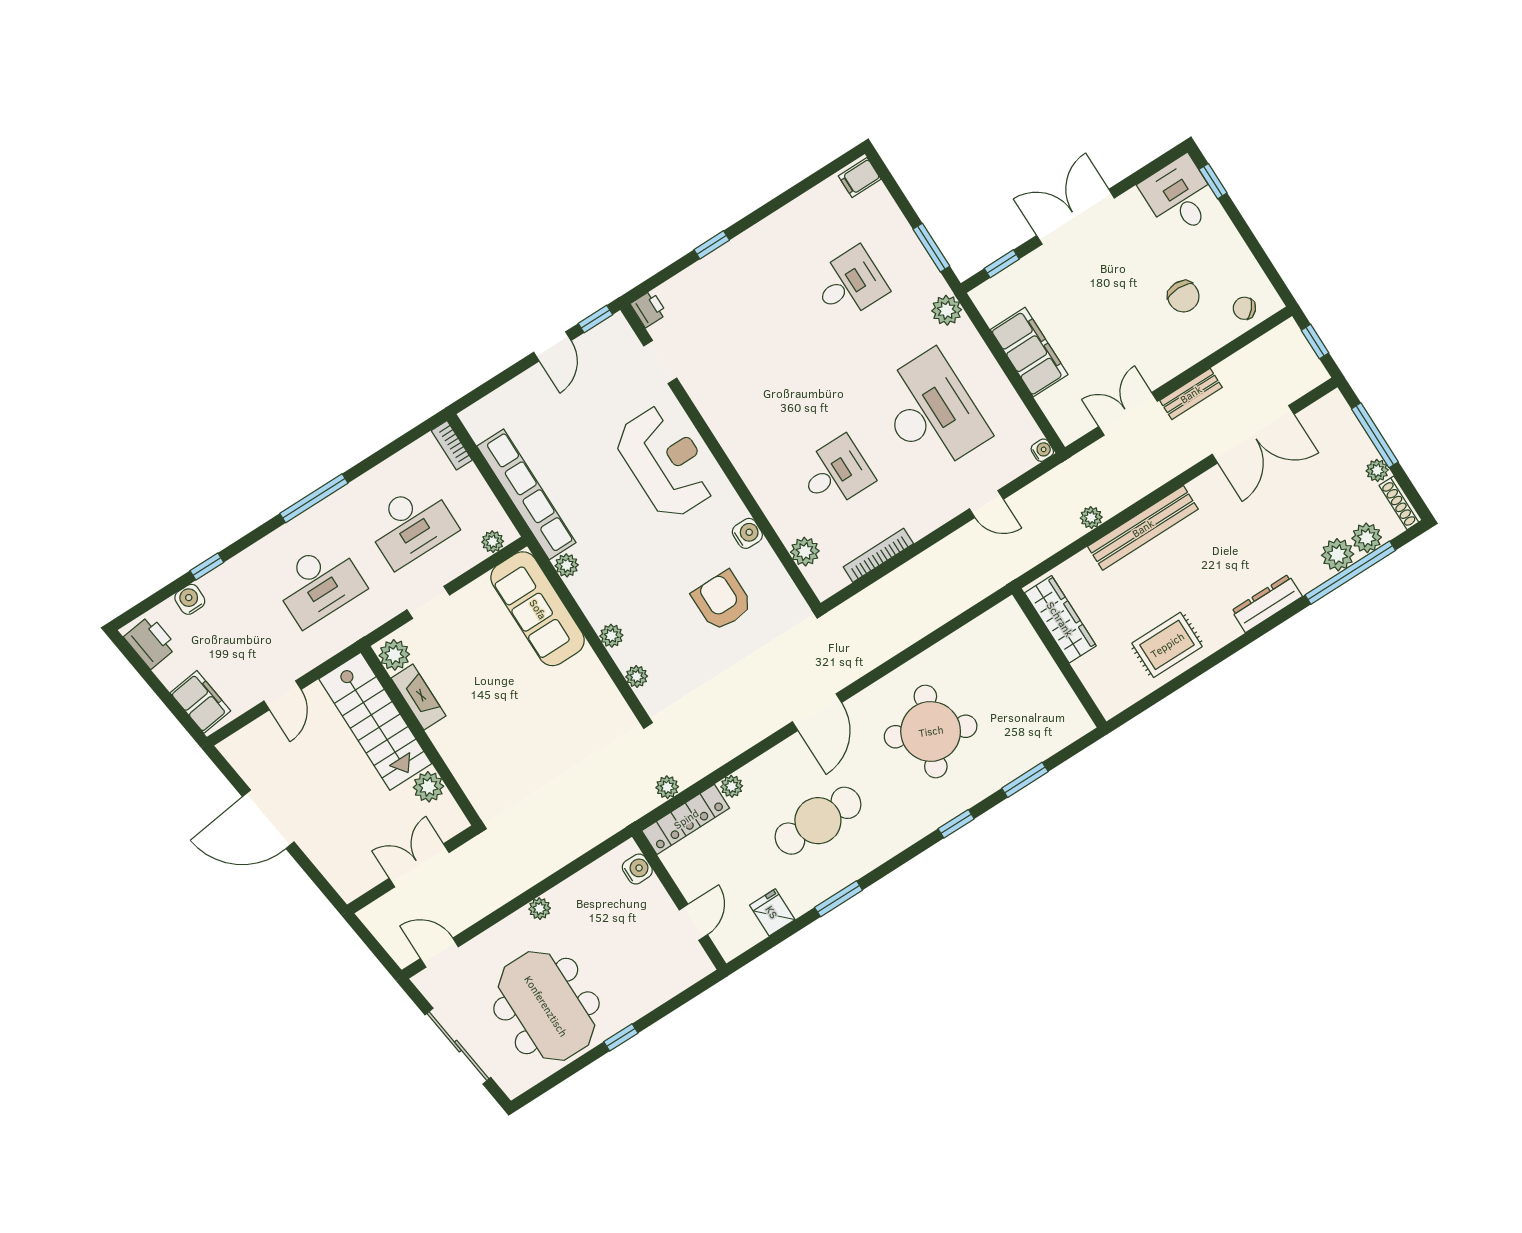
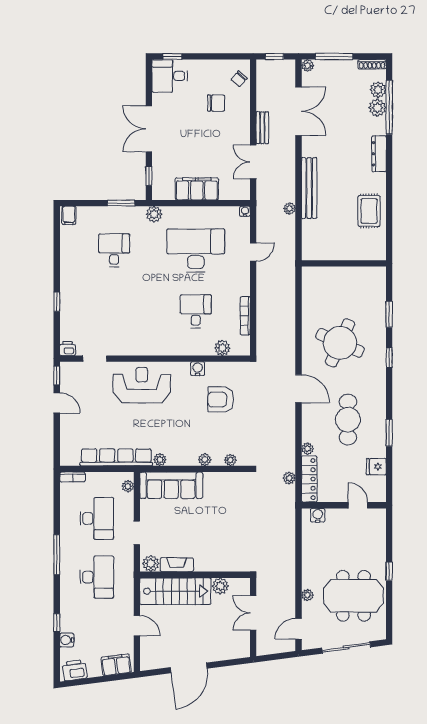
plant: (1377, 470) -> (308, 66), moved
wardrobe: (1060, 619) -> (327, 252), removed
plant: (540, 909) -> (307, 595), moved

